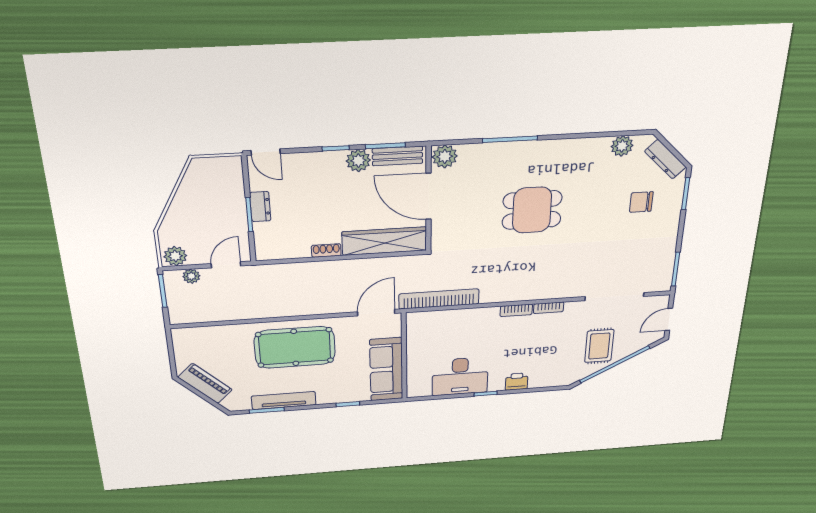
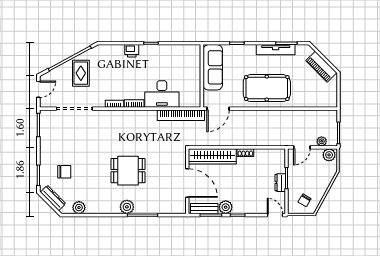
plant: (445, 156) -> (127, 207), moved
chair: (212, 180) -> (305, 200), added
desk: (460, 376) -> (162, 94), moved, turned 180

